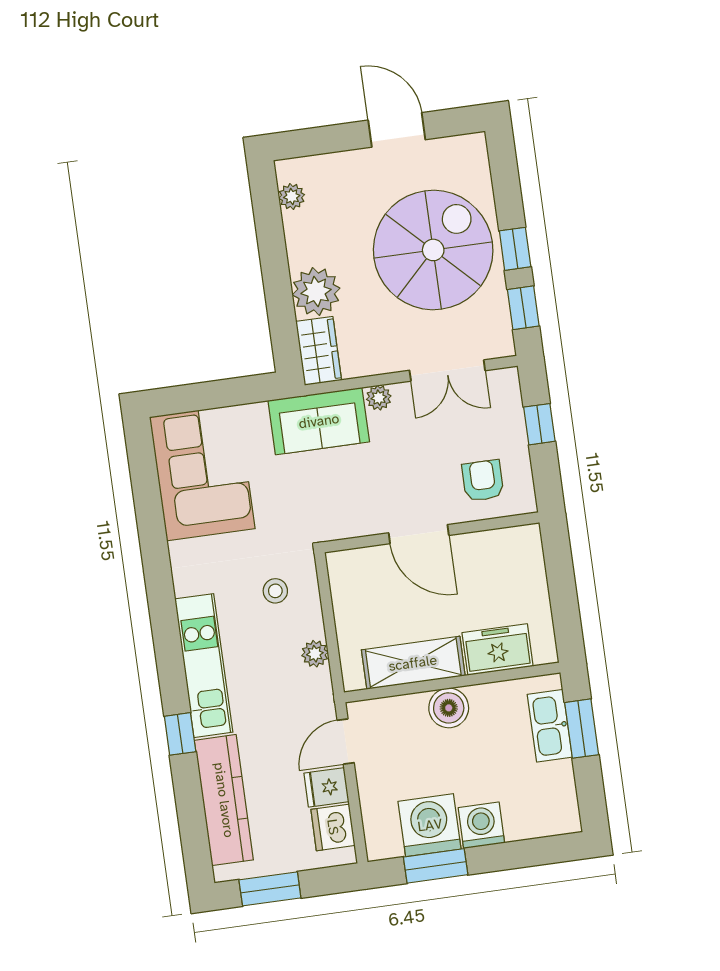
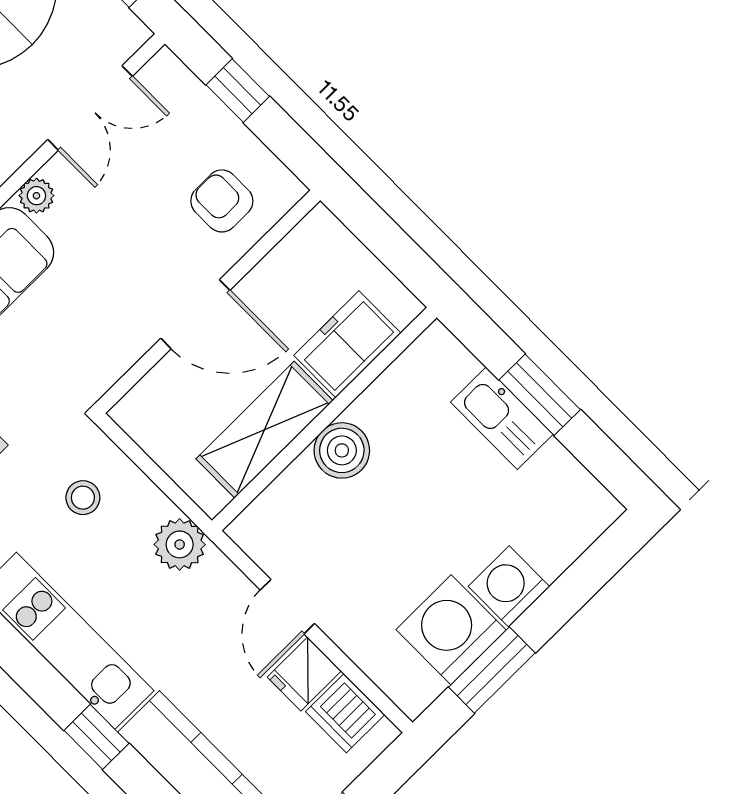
freezer: (498, 649) -> (347, 344), moved
plant: (315, 654) -> (180, 544), width x1.38, depth x1.38
shelving: (413, 663) -> (265, 430), moved
wall: (452, 682) -> (324, 419), moved
boiler: (449, 708) -> (342, 450), moved

